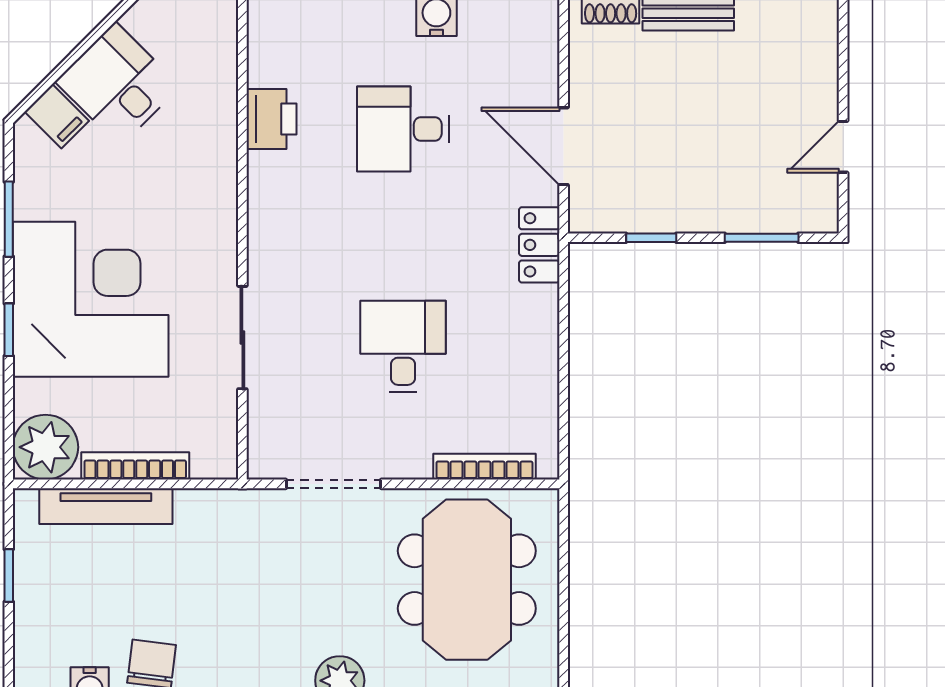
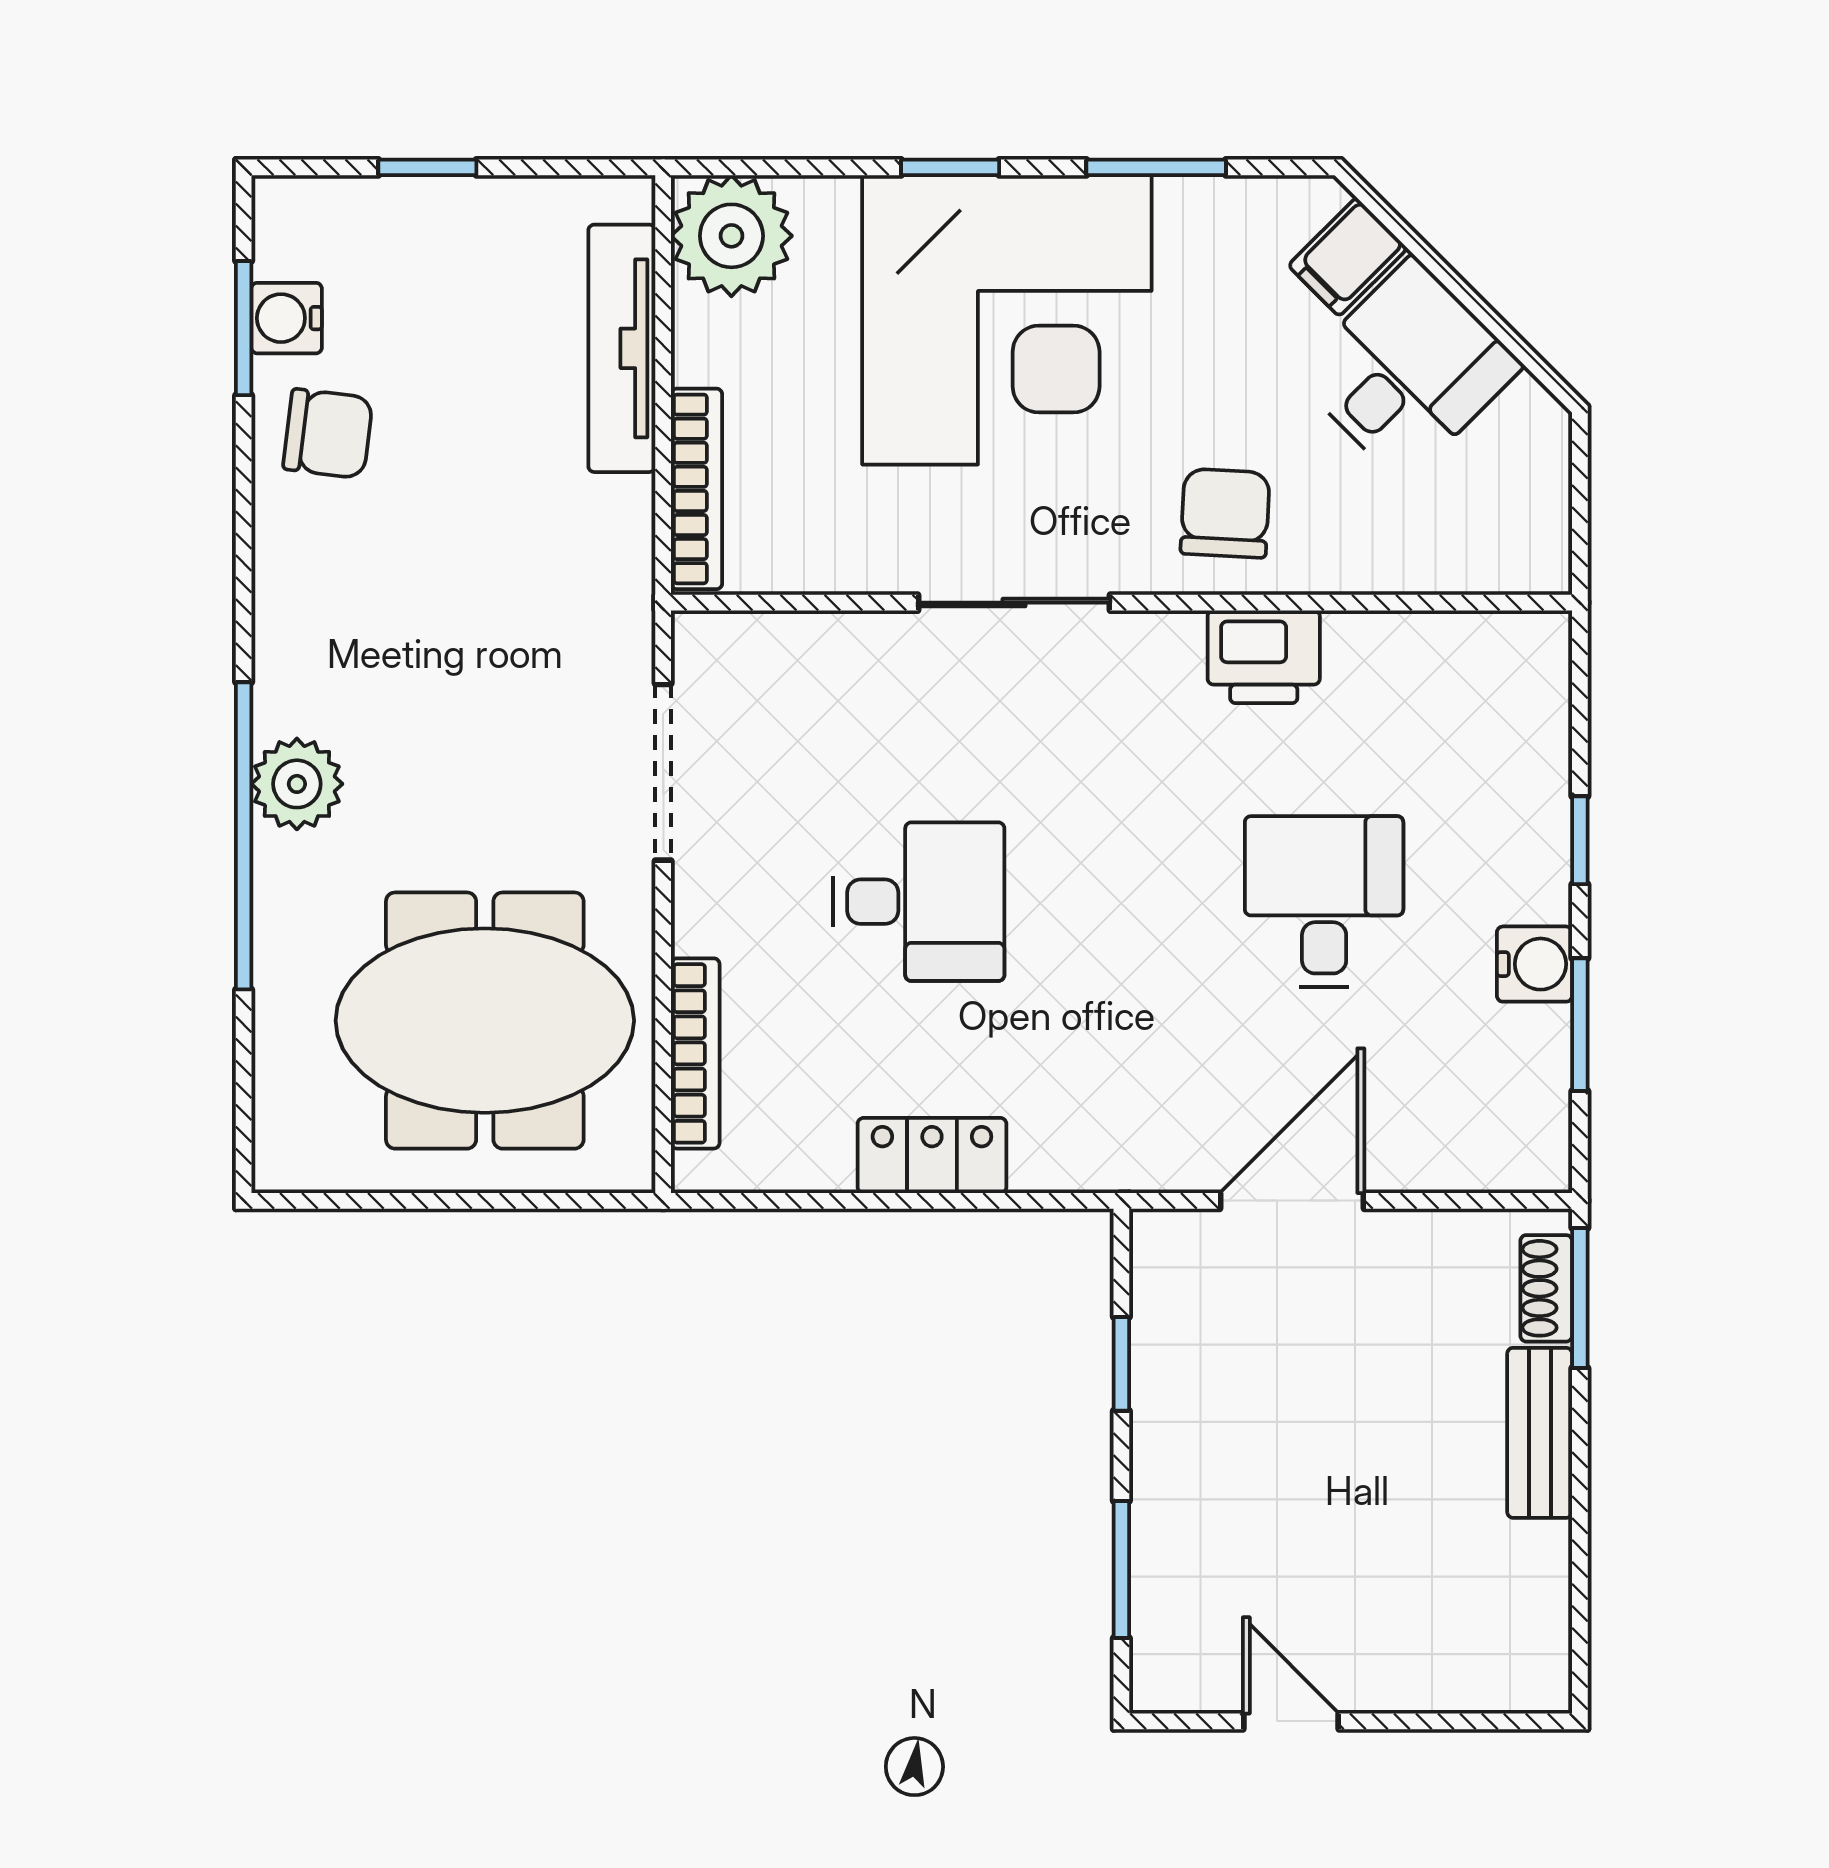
printer: (271, 119) -> (1264, 657), moved
chair: (194, 182) -> (1225, 513), added
locker: (539, 245) -> (932, 1155), moved
sliding door: (242, 338) -> (1014, 603), moved
bookcase: (135, 466) -> (697, 489), moved
window: (9, 576) -> (427, 167), moved

